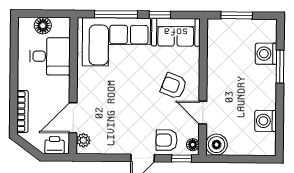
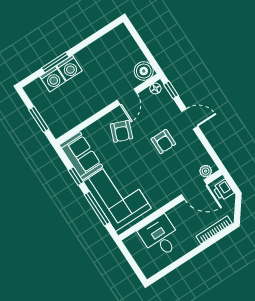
floor lamp: (43, 26) -> (141, 257), removed
washing machine: (266, 121) -> (69, 68), moved
armchair: (166, 140) -> (163, 142), moved

